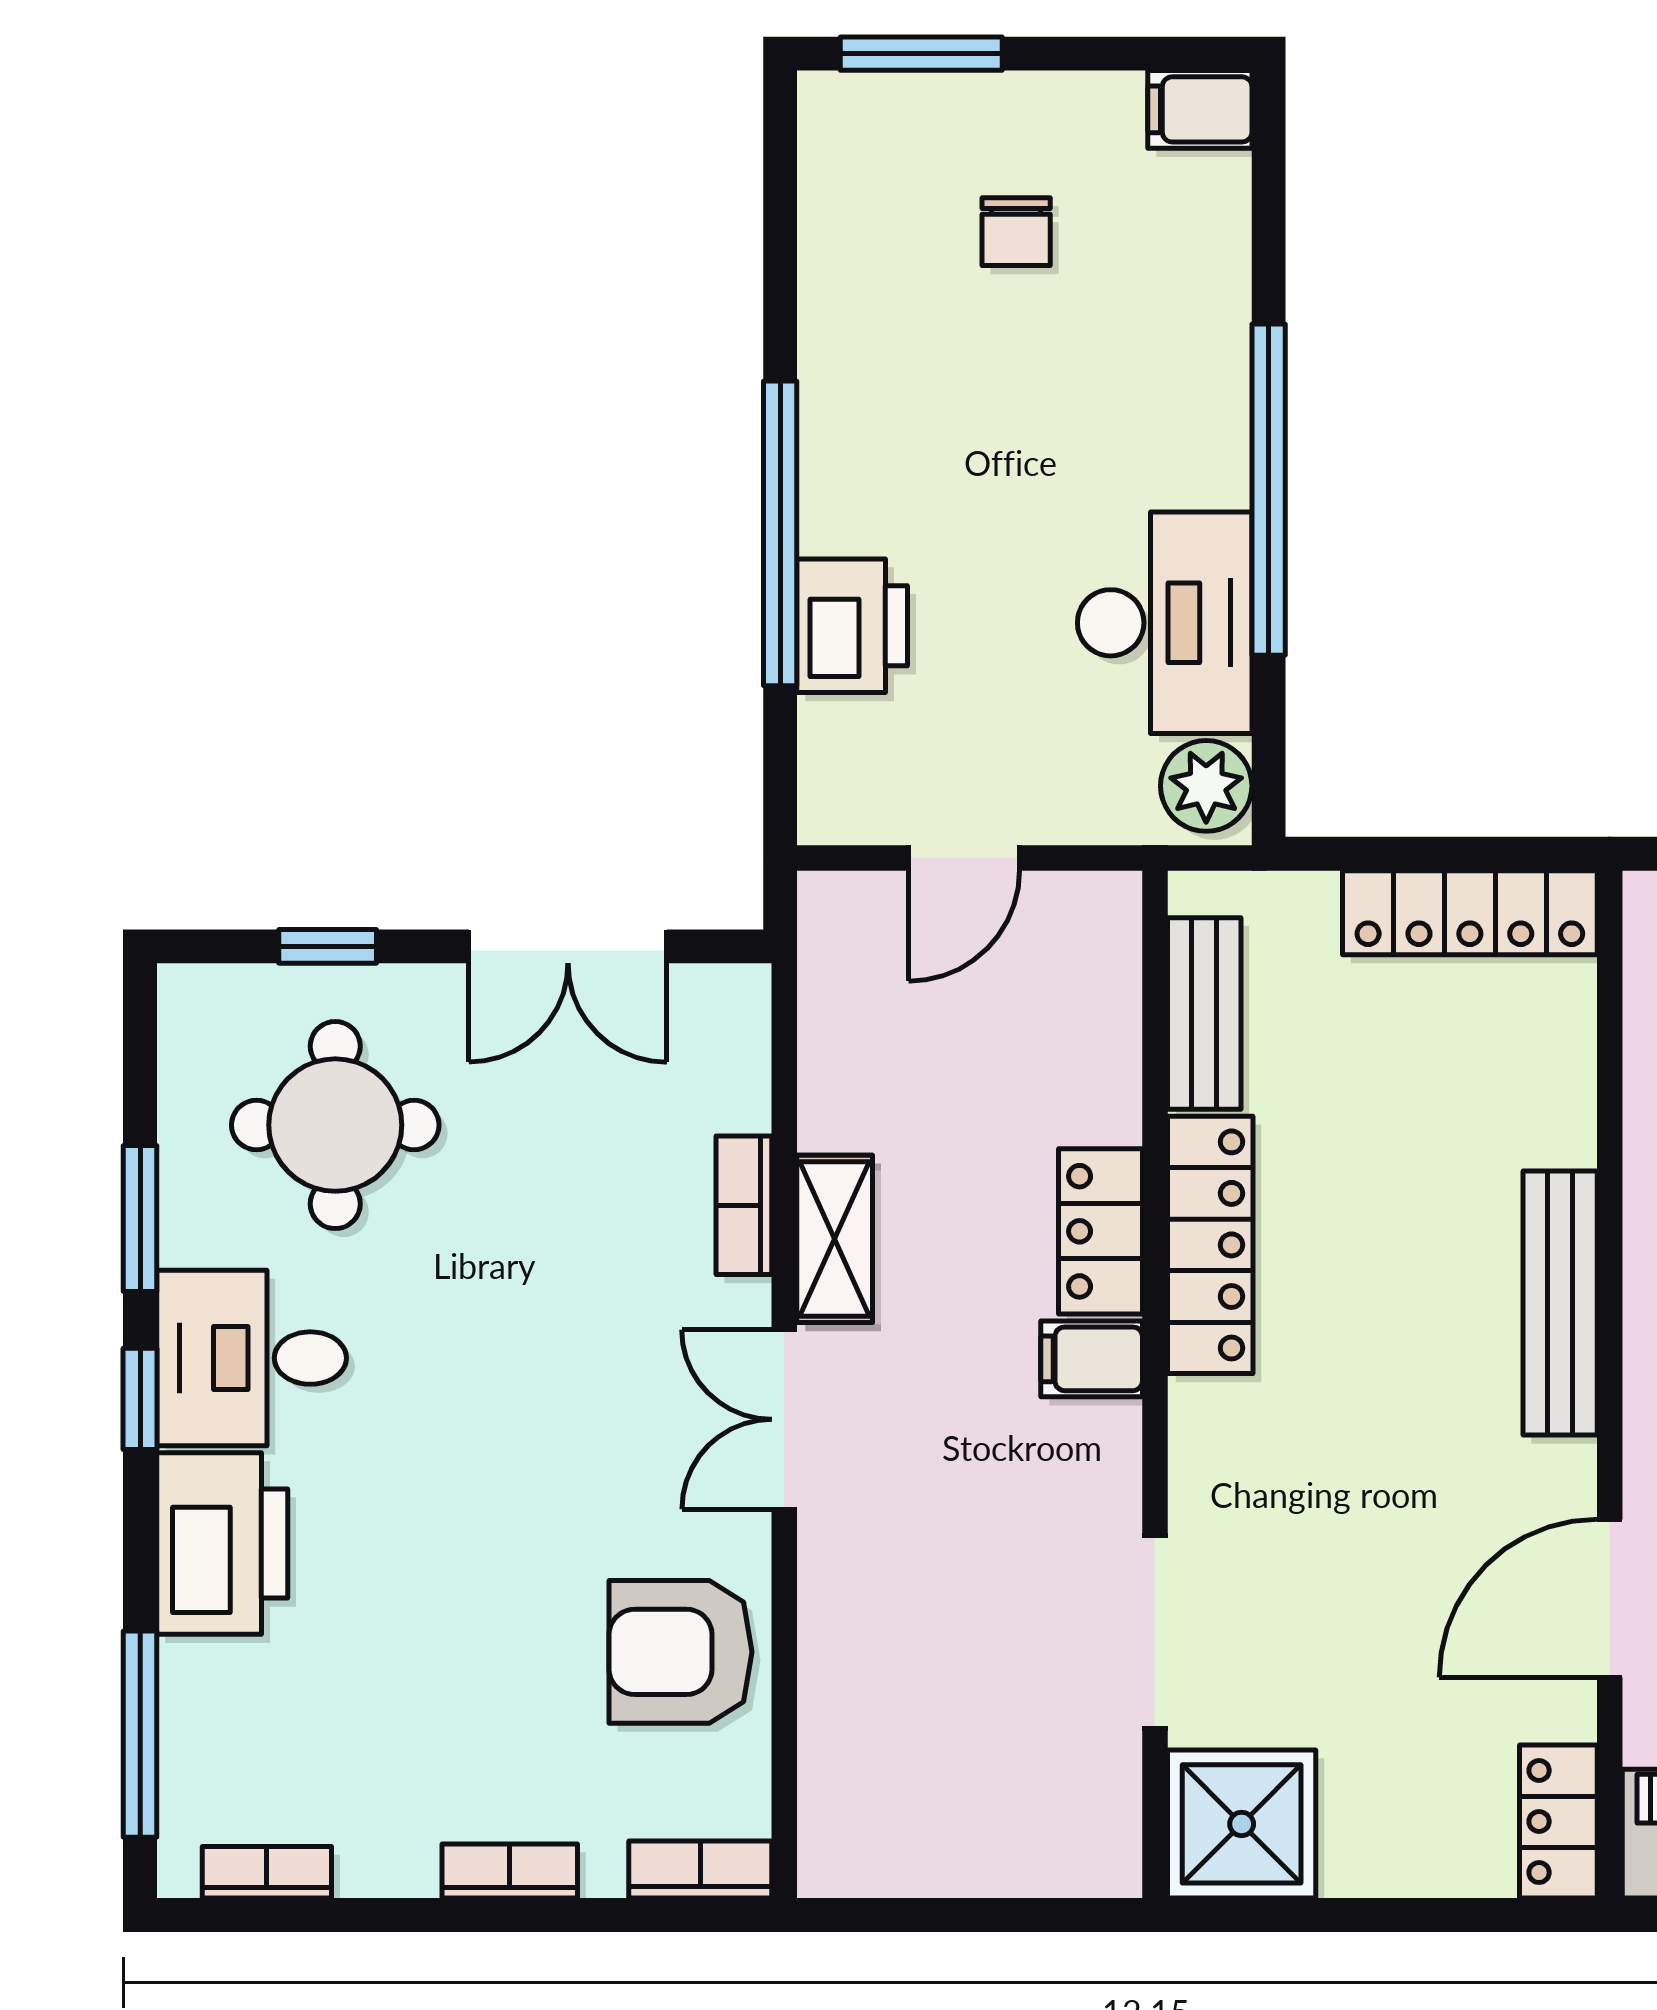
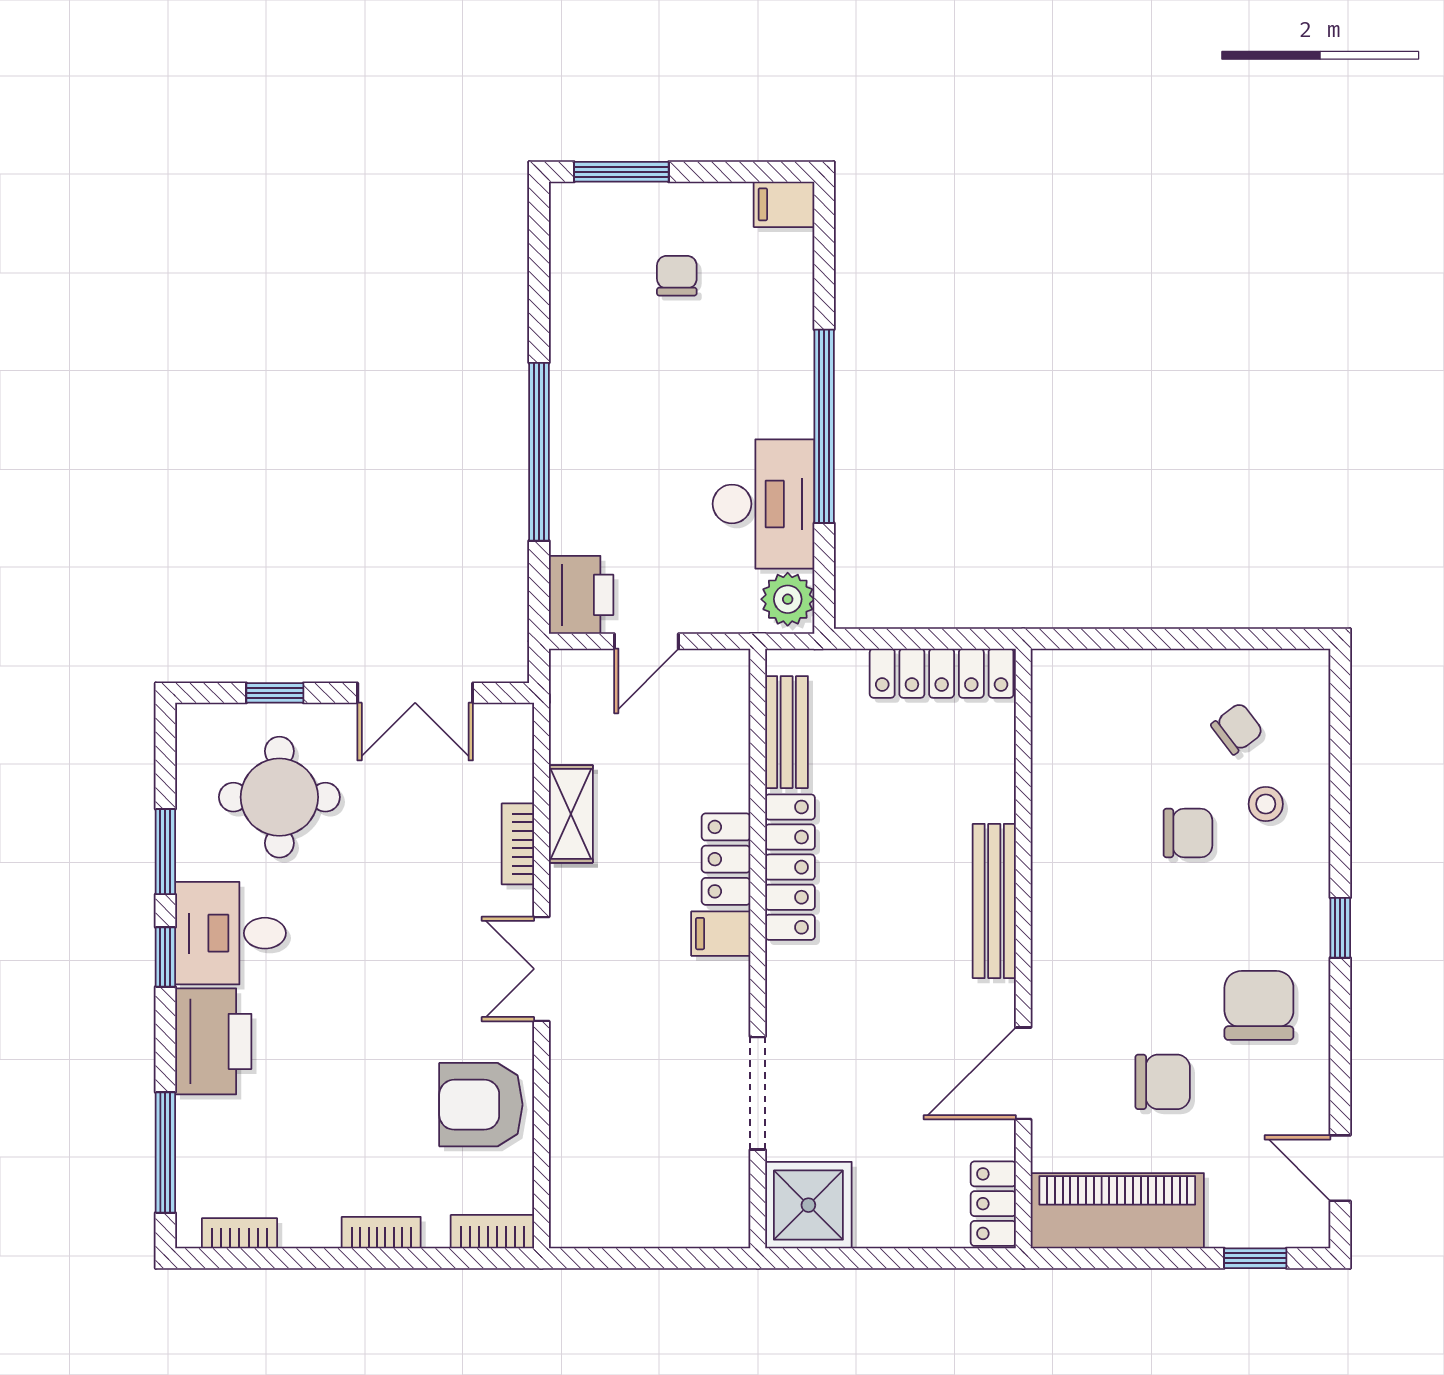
chair: (1016, 232) -> (677, 276), turned 180
printer: (852, 626) -> (581, 595), moved
shelving: (835, 1239) -> (571, 814), moved

